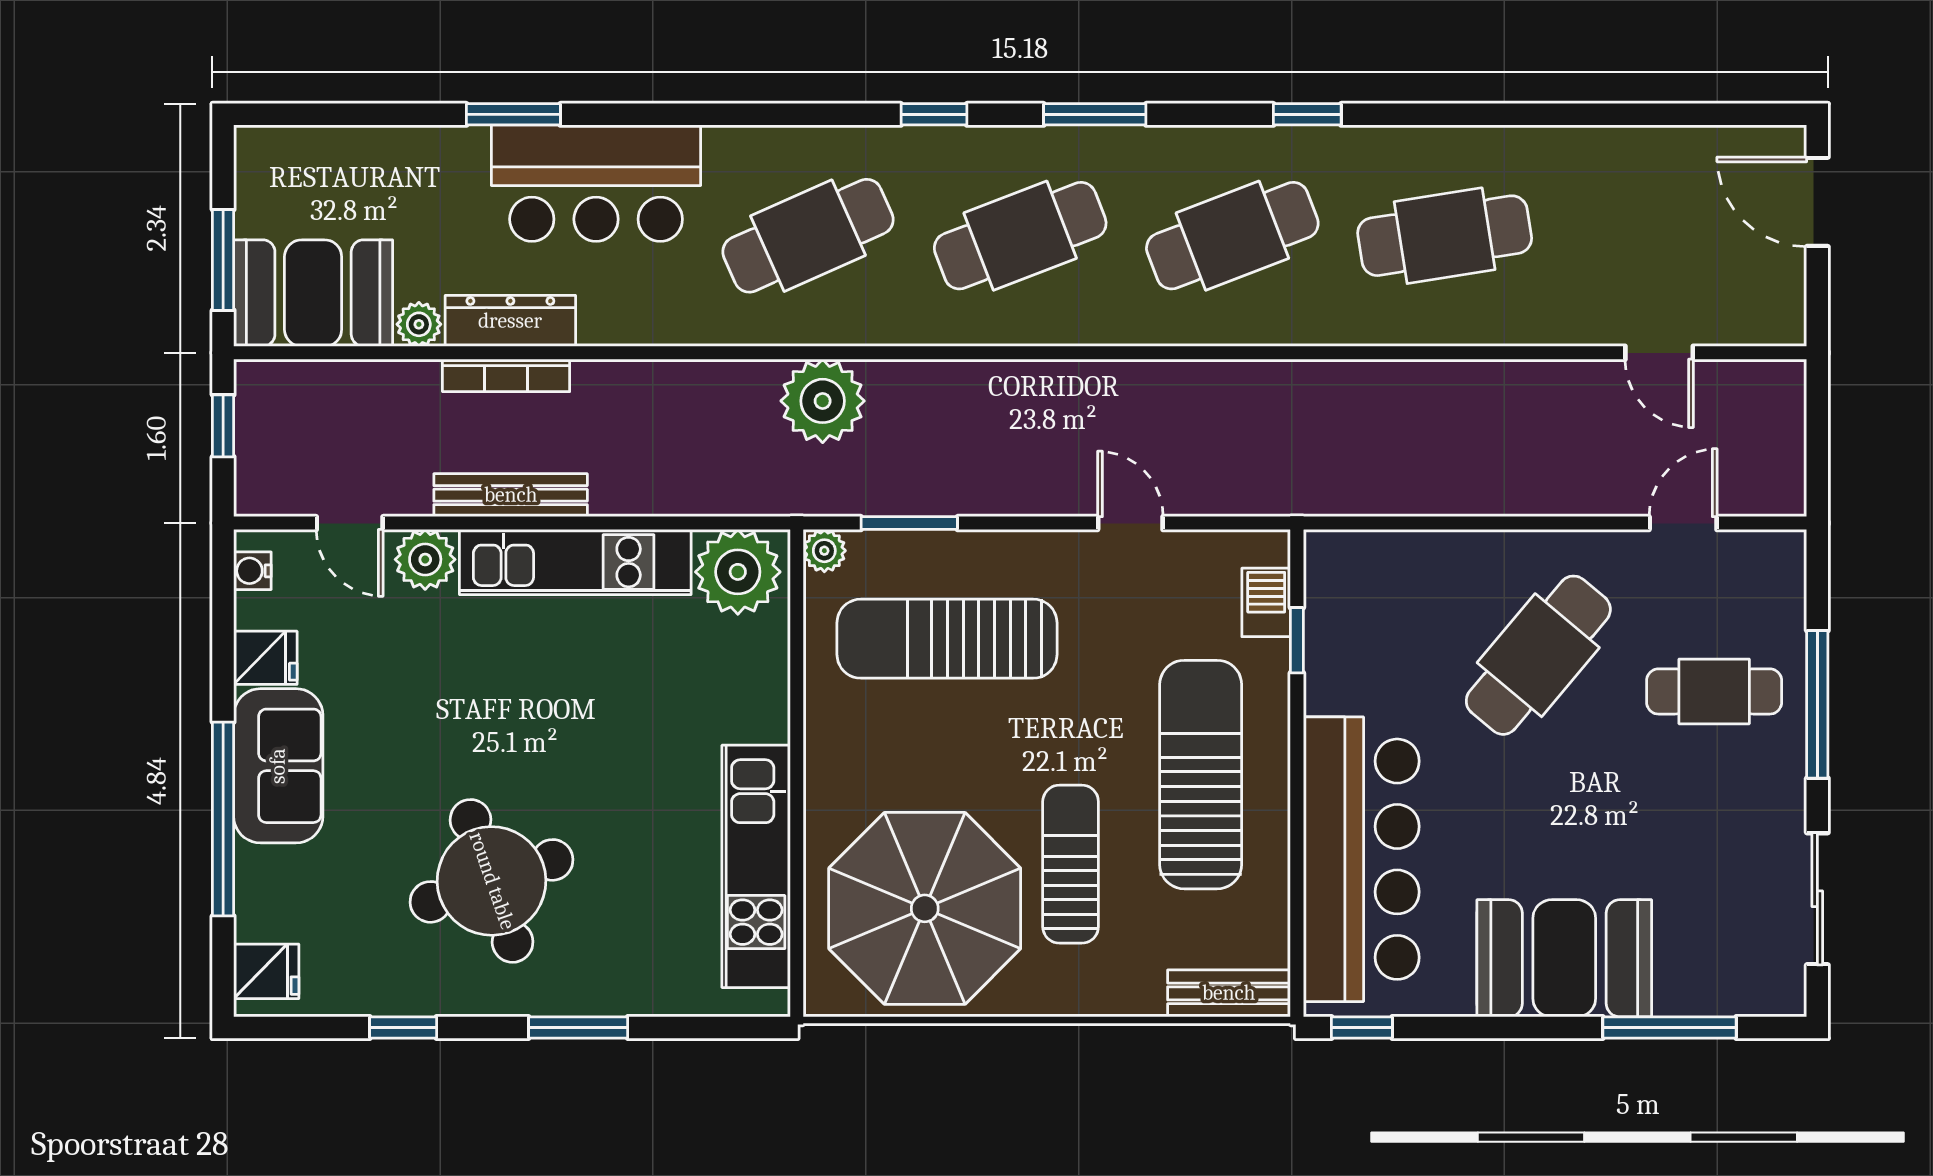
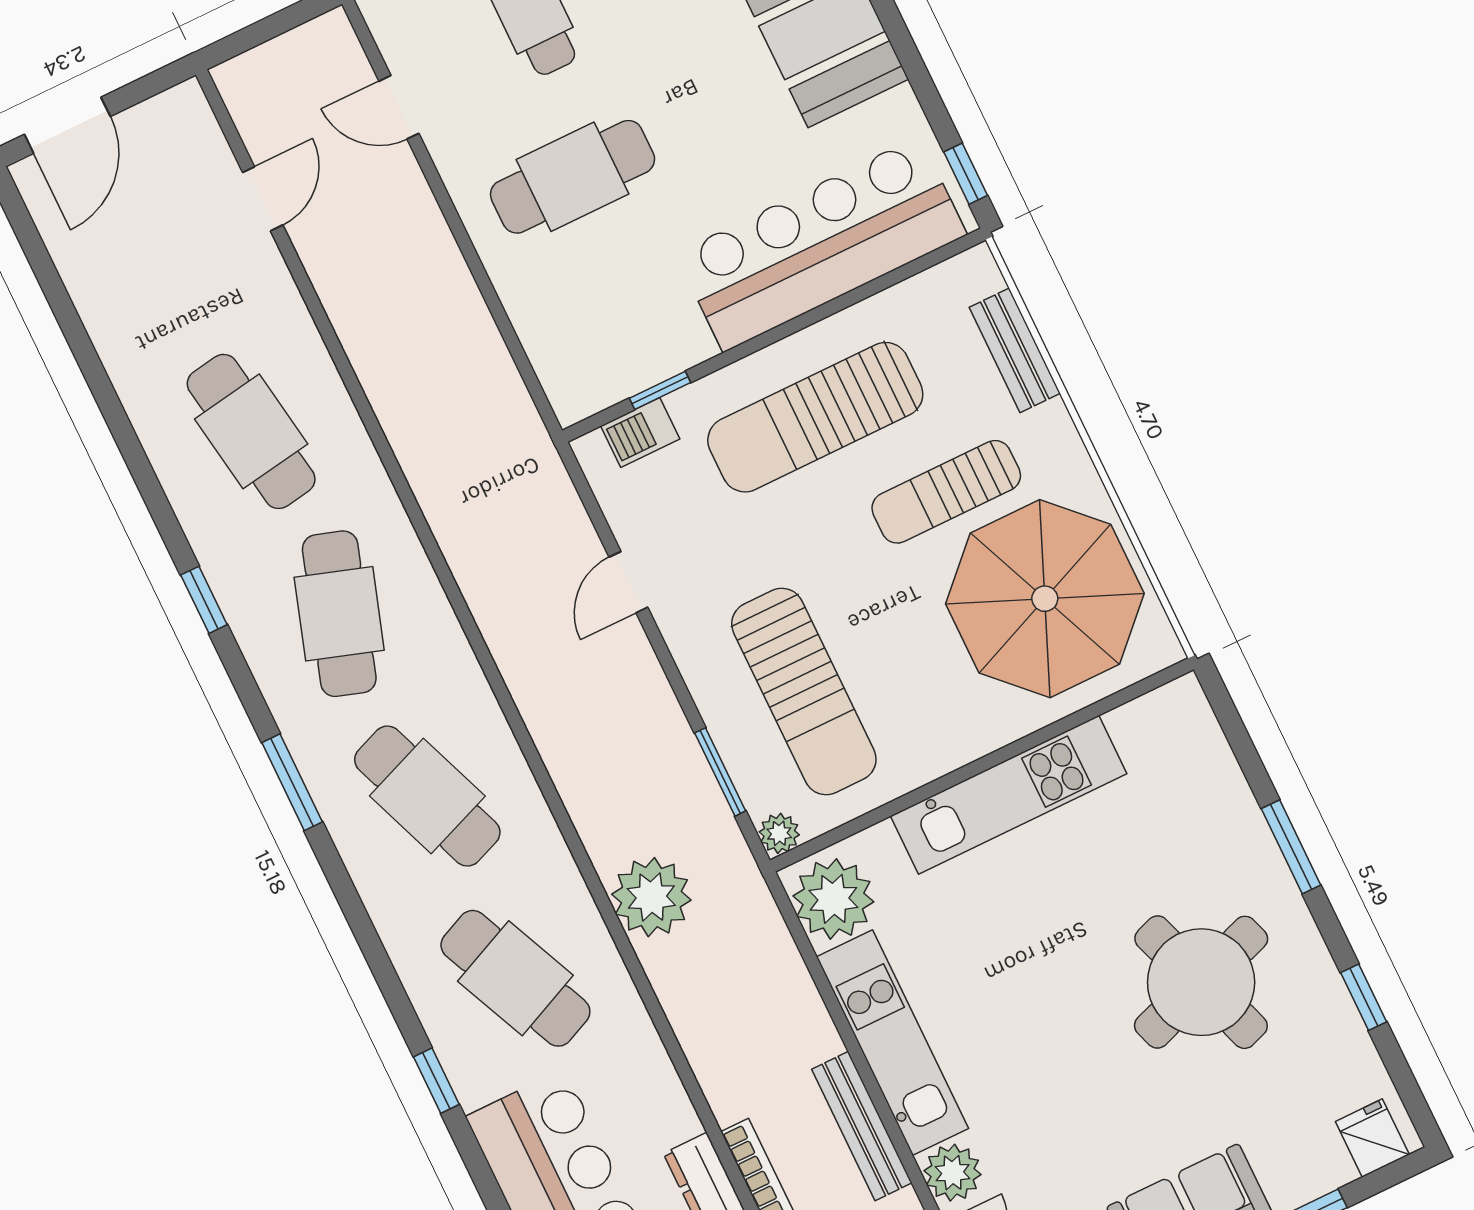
window: (934, 114) -> (436, 1081), moved
cafe table: (1232, 236) -> (339, 614), turned 39
cafe table: (1538, 655) -> (573, 177), turned -40
kitchen unit: (756, 866) -> (1009, 795), moved
bench: (1229, 993) -> (1015, 350), moved

